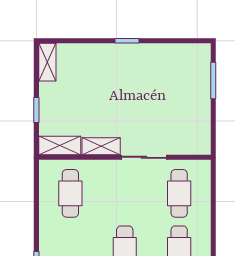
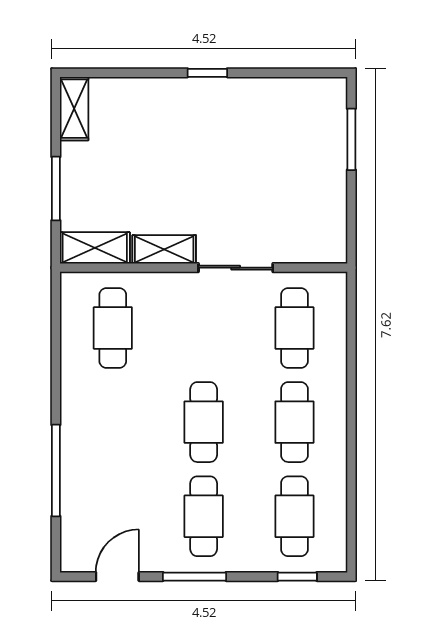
window: (36, 110) -> (56, 189), width x1.50

